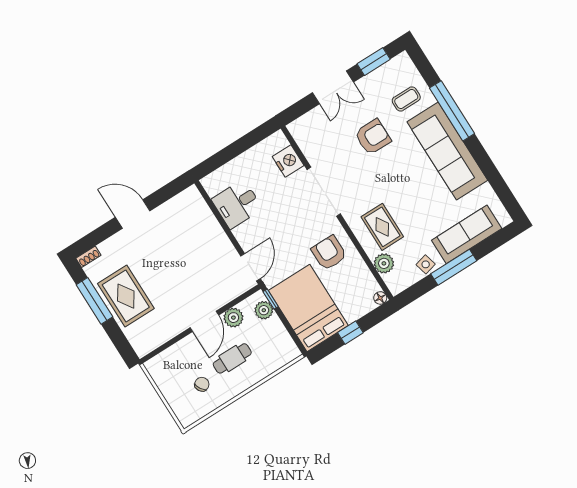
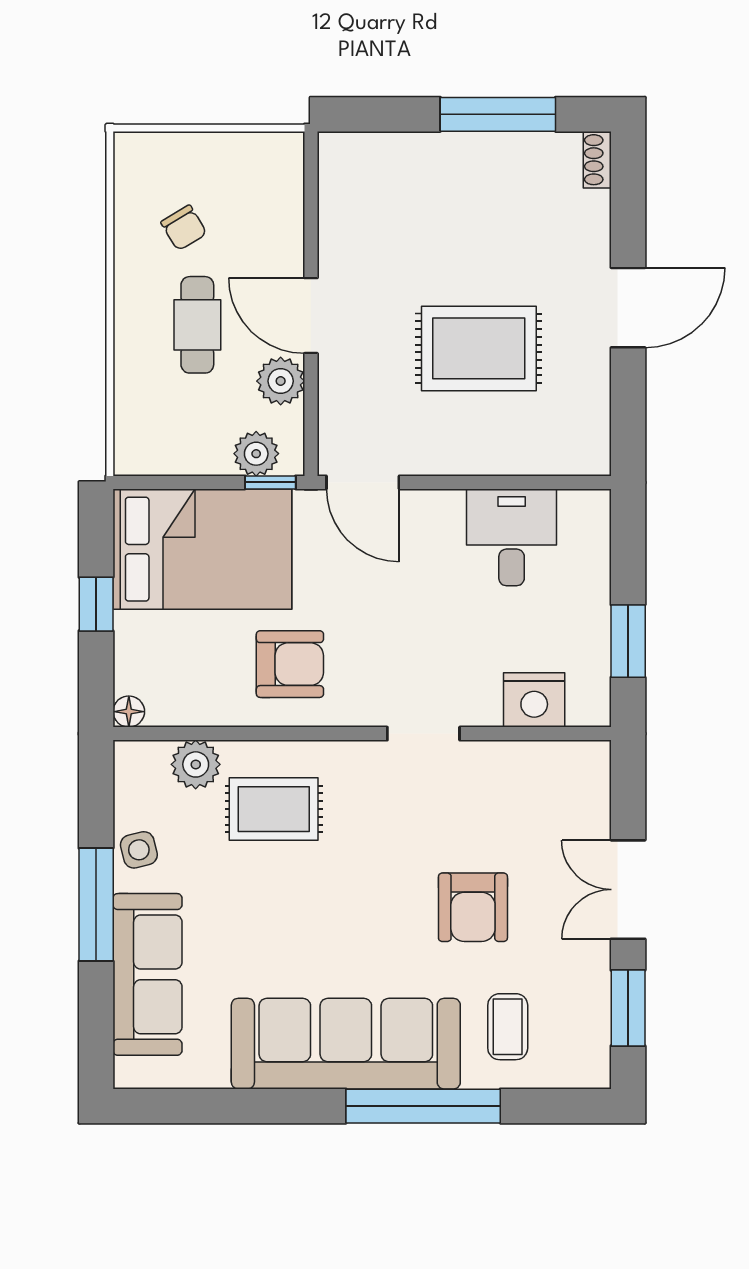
window: (247, 141) -> (628, 641), added
doorway: (324, 192) -> (423, 734), width x0.53
rug: (126, 296) -> (479, 348), moved

